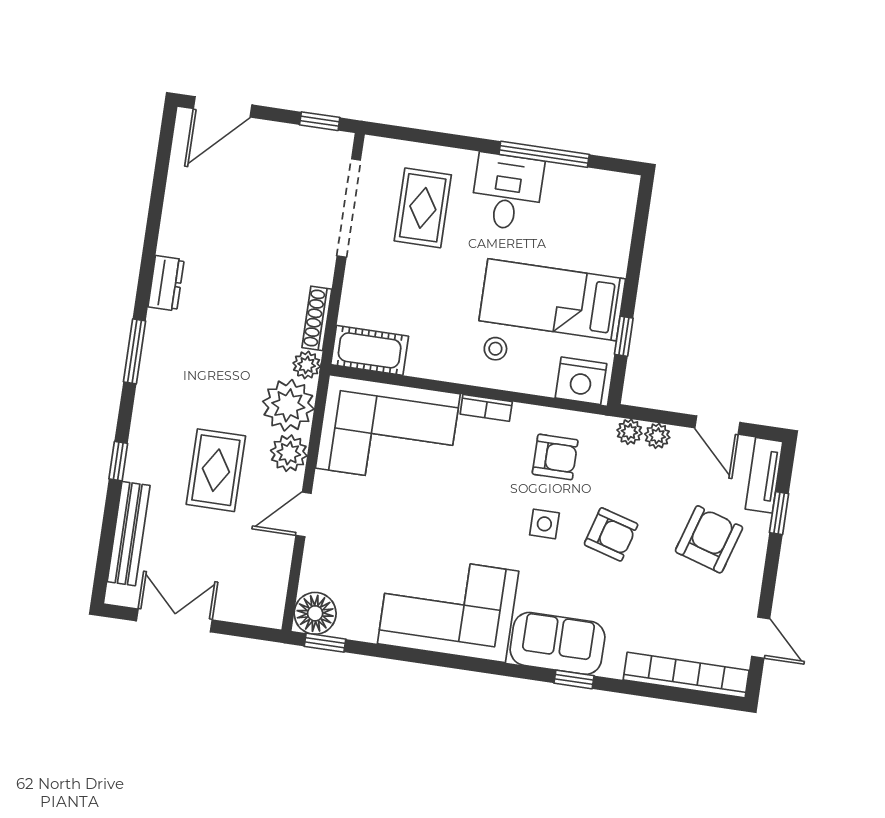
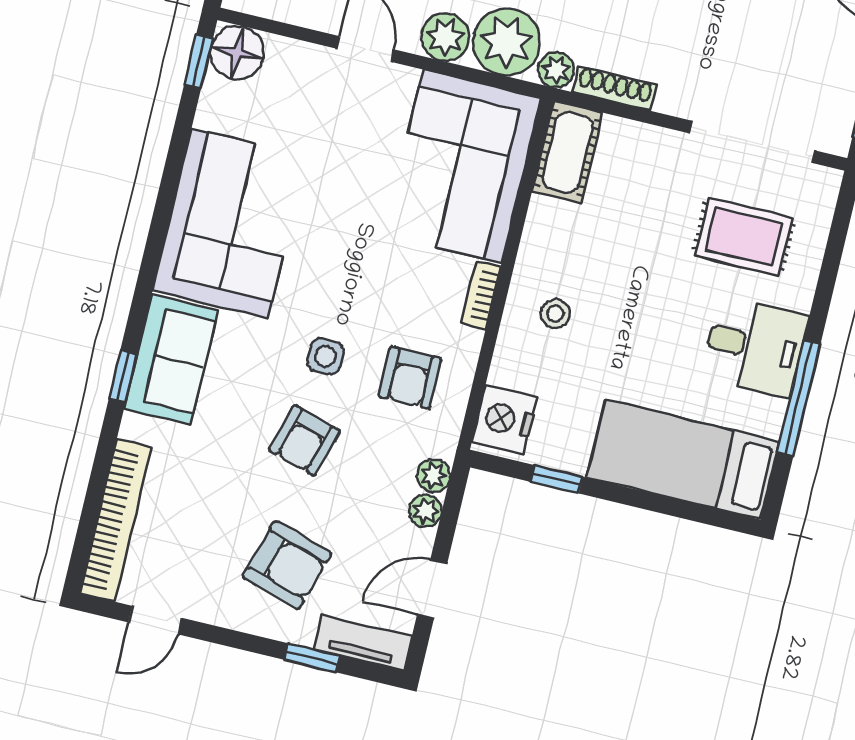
bed: (552, 300) -> (683, 460), moved, turned -90

